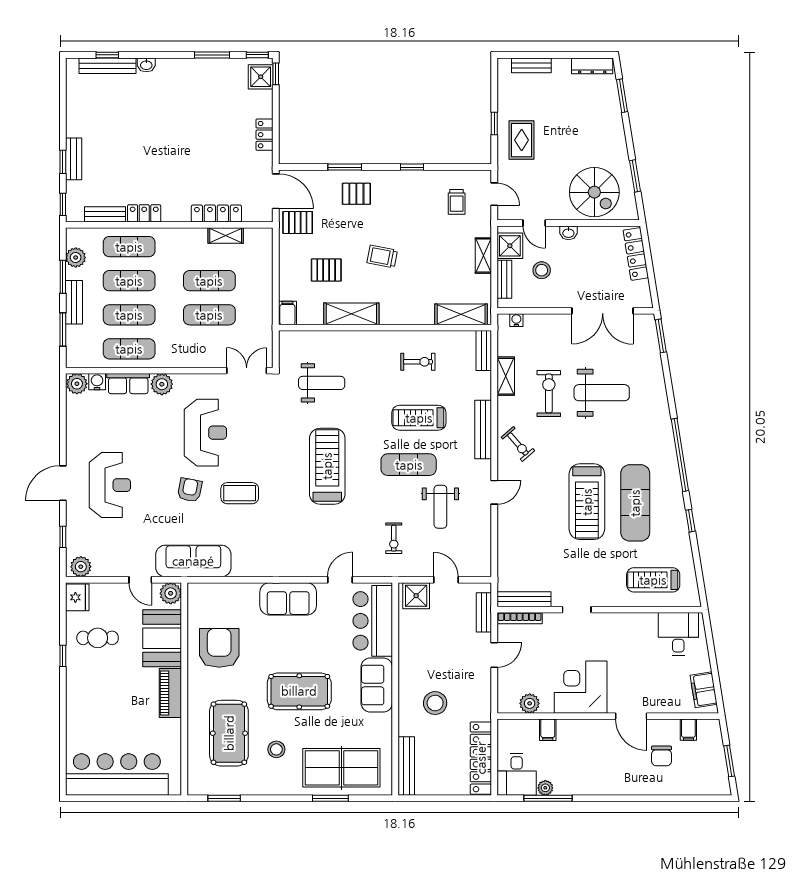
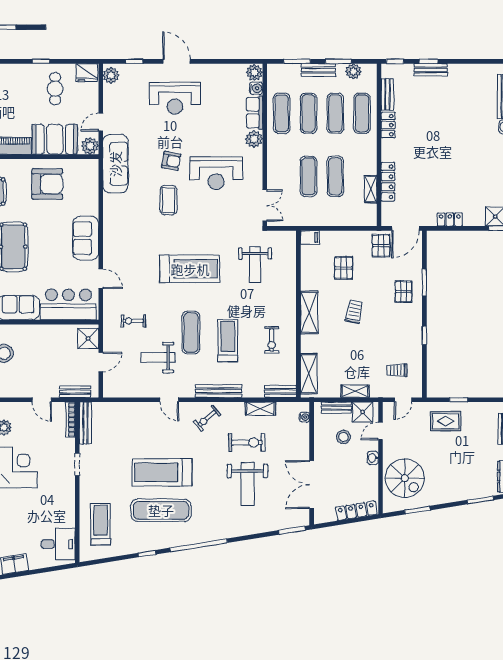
spiral stairs: (594, 192) -> (405, 478), turned -90
shelving: (351, 314) -> (309, 312), moved

